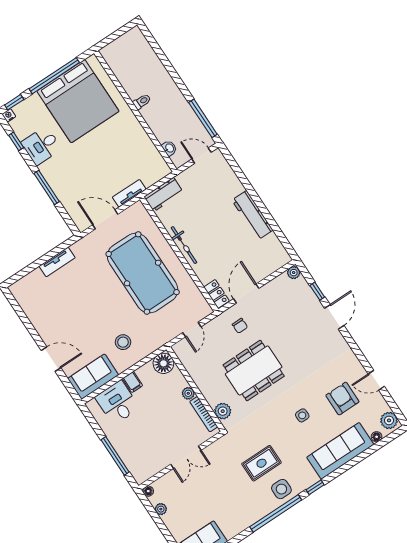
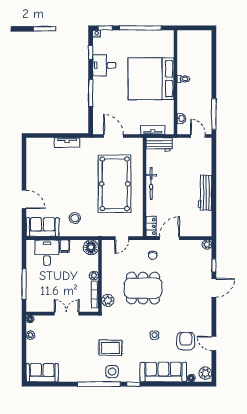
bed: (78, 101) -> (151, 79), moved, turned 90
tv unit: (129, 193) -> (153, 130), moved
double door: (186, 457) -> (67, 314), swing flipped

